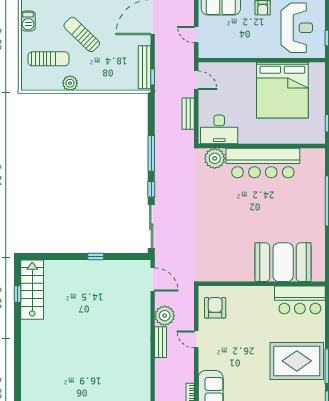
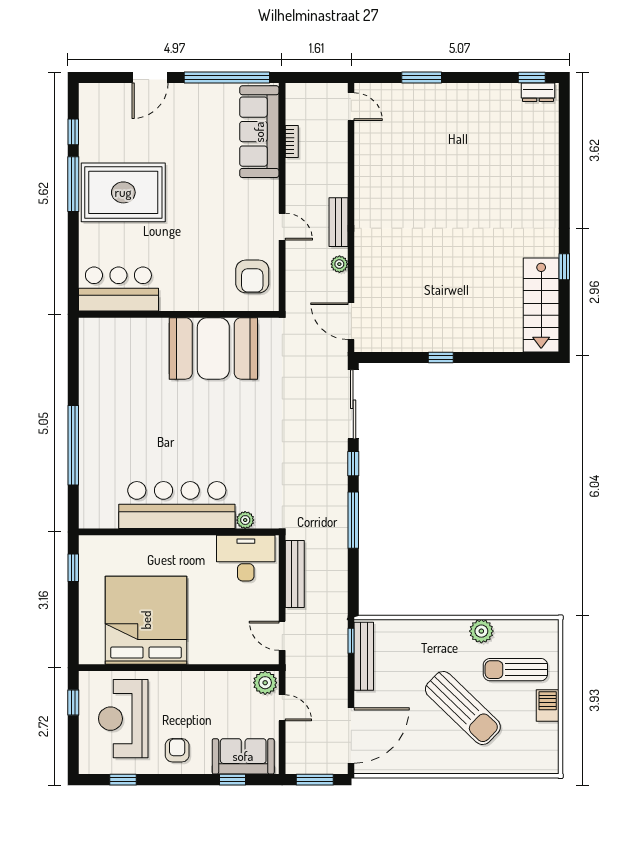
barbecue: (28, 21) -> (548, 705), moved
sun lounger: (82, 34) -> (463, 708), width x1.36, depth x1.34
plant: (207, 51) -> (265, 683), added
bench: (188, 114) -> (295, 574), width x1.36
plant: (215, 158) -> (245, 520), width x0.53, depth x0.53
booth: (283, 262) -> (213, 348), moved
window: (18, 294) -> (564, 267), moved
plant: (165, 316) -> (339, 264), width x0.53, depth x0.53

